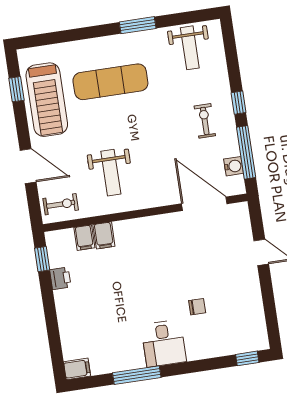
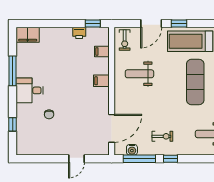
window: (16, 89) -> (179, 24), moved
filing cabinet: (104, 235) -> (101, 81), moved
window: (247, 358) -> (13, 124), moved
filing cabinet: (77, 369) -> (28, 35), width x2.00

